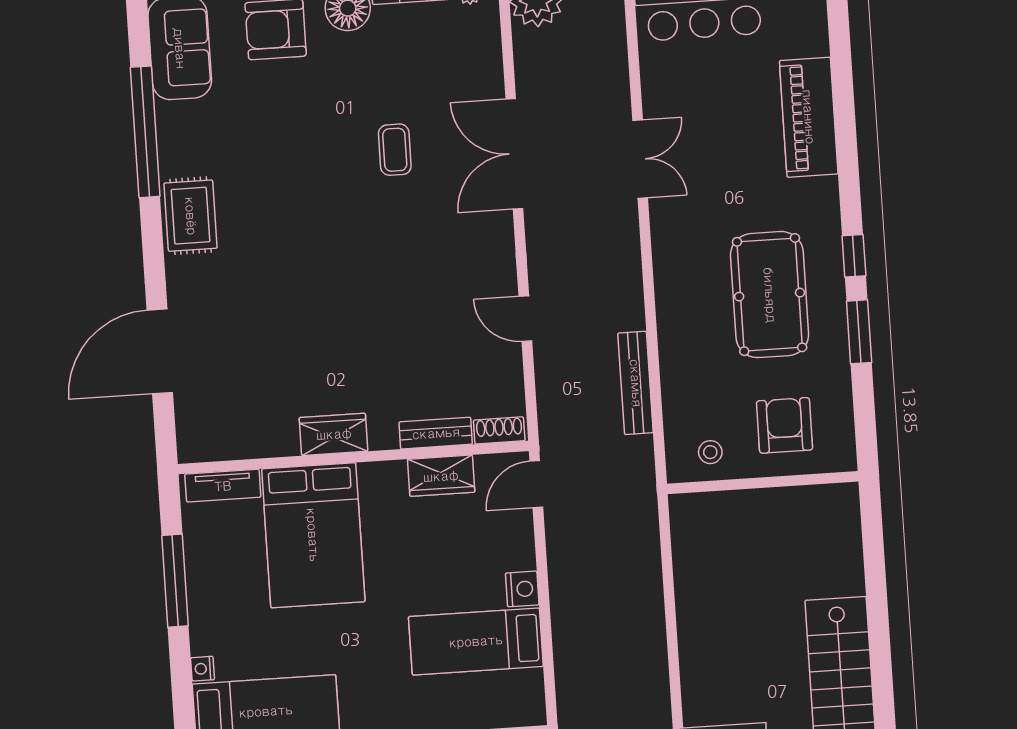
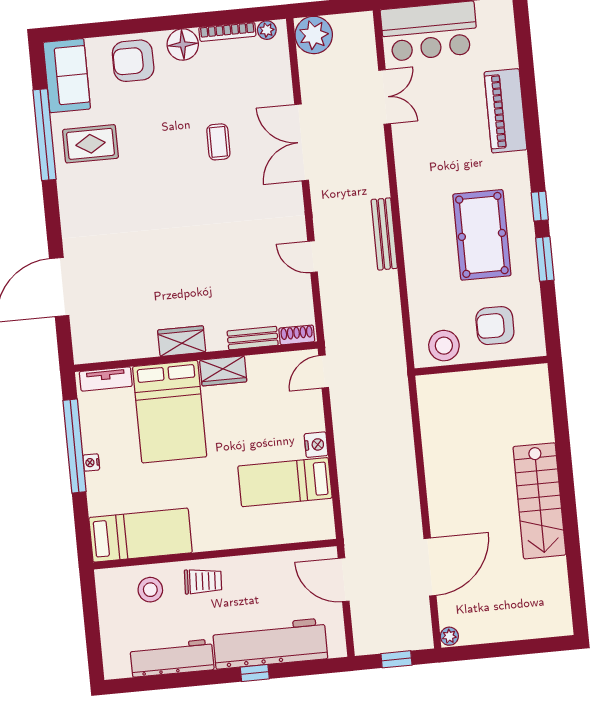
double door: (640, 159) -> (385, 97), moved
rug: (191, 216) -> (90, 144), moved, turned 90
bench: (636, 383) -> (384, 234), moved
armchair: (785, 425) -> (495, 326), turned -90
stool: (710, 452) -> (444, 346), width x1.89, depth x1.89
wardrobe: (441, 476) -> (223, 371), moved
window: (175, 581) -> (75, 446), width x1.46
nightstand: (203, 669) -> (91, 463), moved

